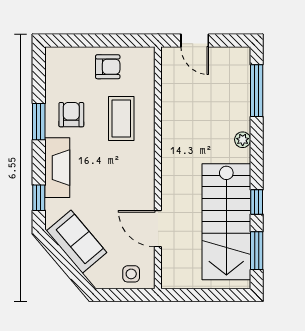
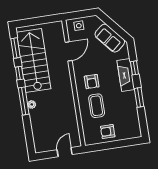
door: (195, 41) -> (65, 152), hinge flipped
window: (257, 91) -> (24, 101), moved
armchair: (71, 115) -> (92, 82), moved
window: (39, 198) -> (135, 68), moved
door: (158, 229) -> (69, 51), hinge flipped

